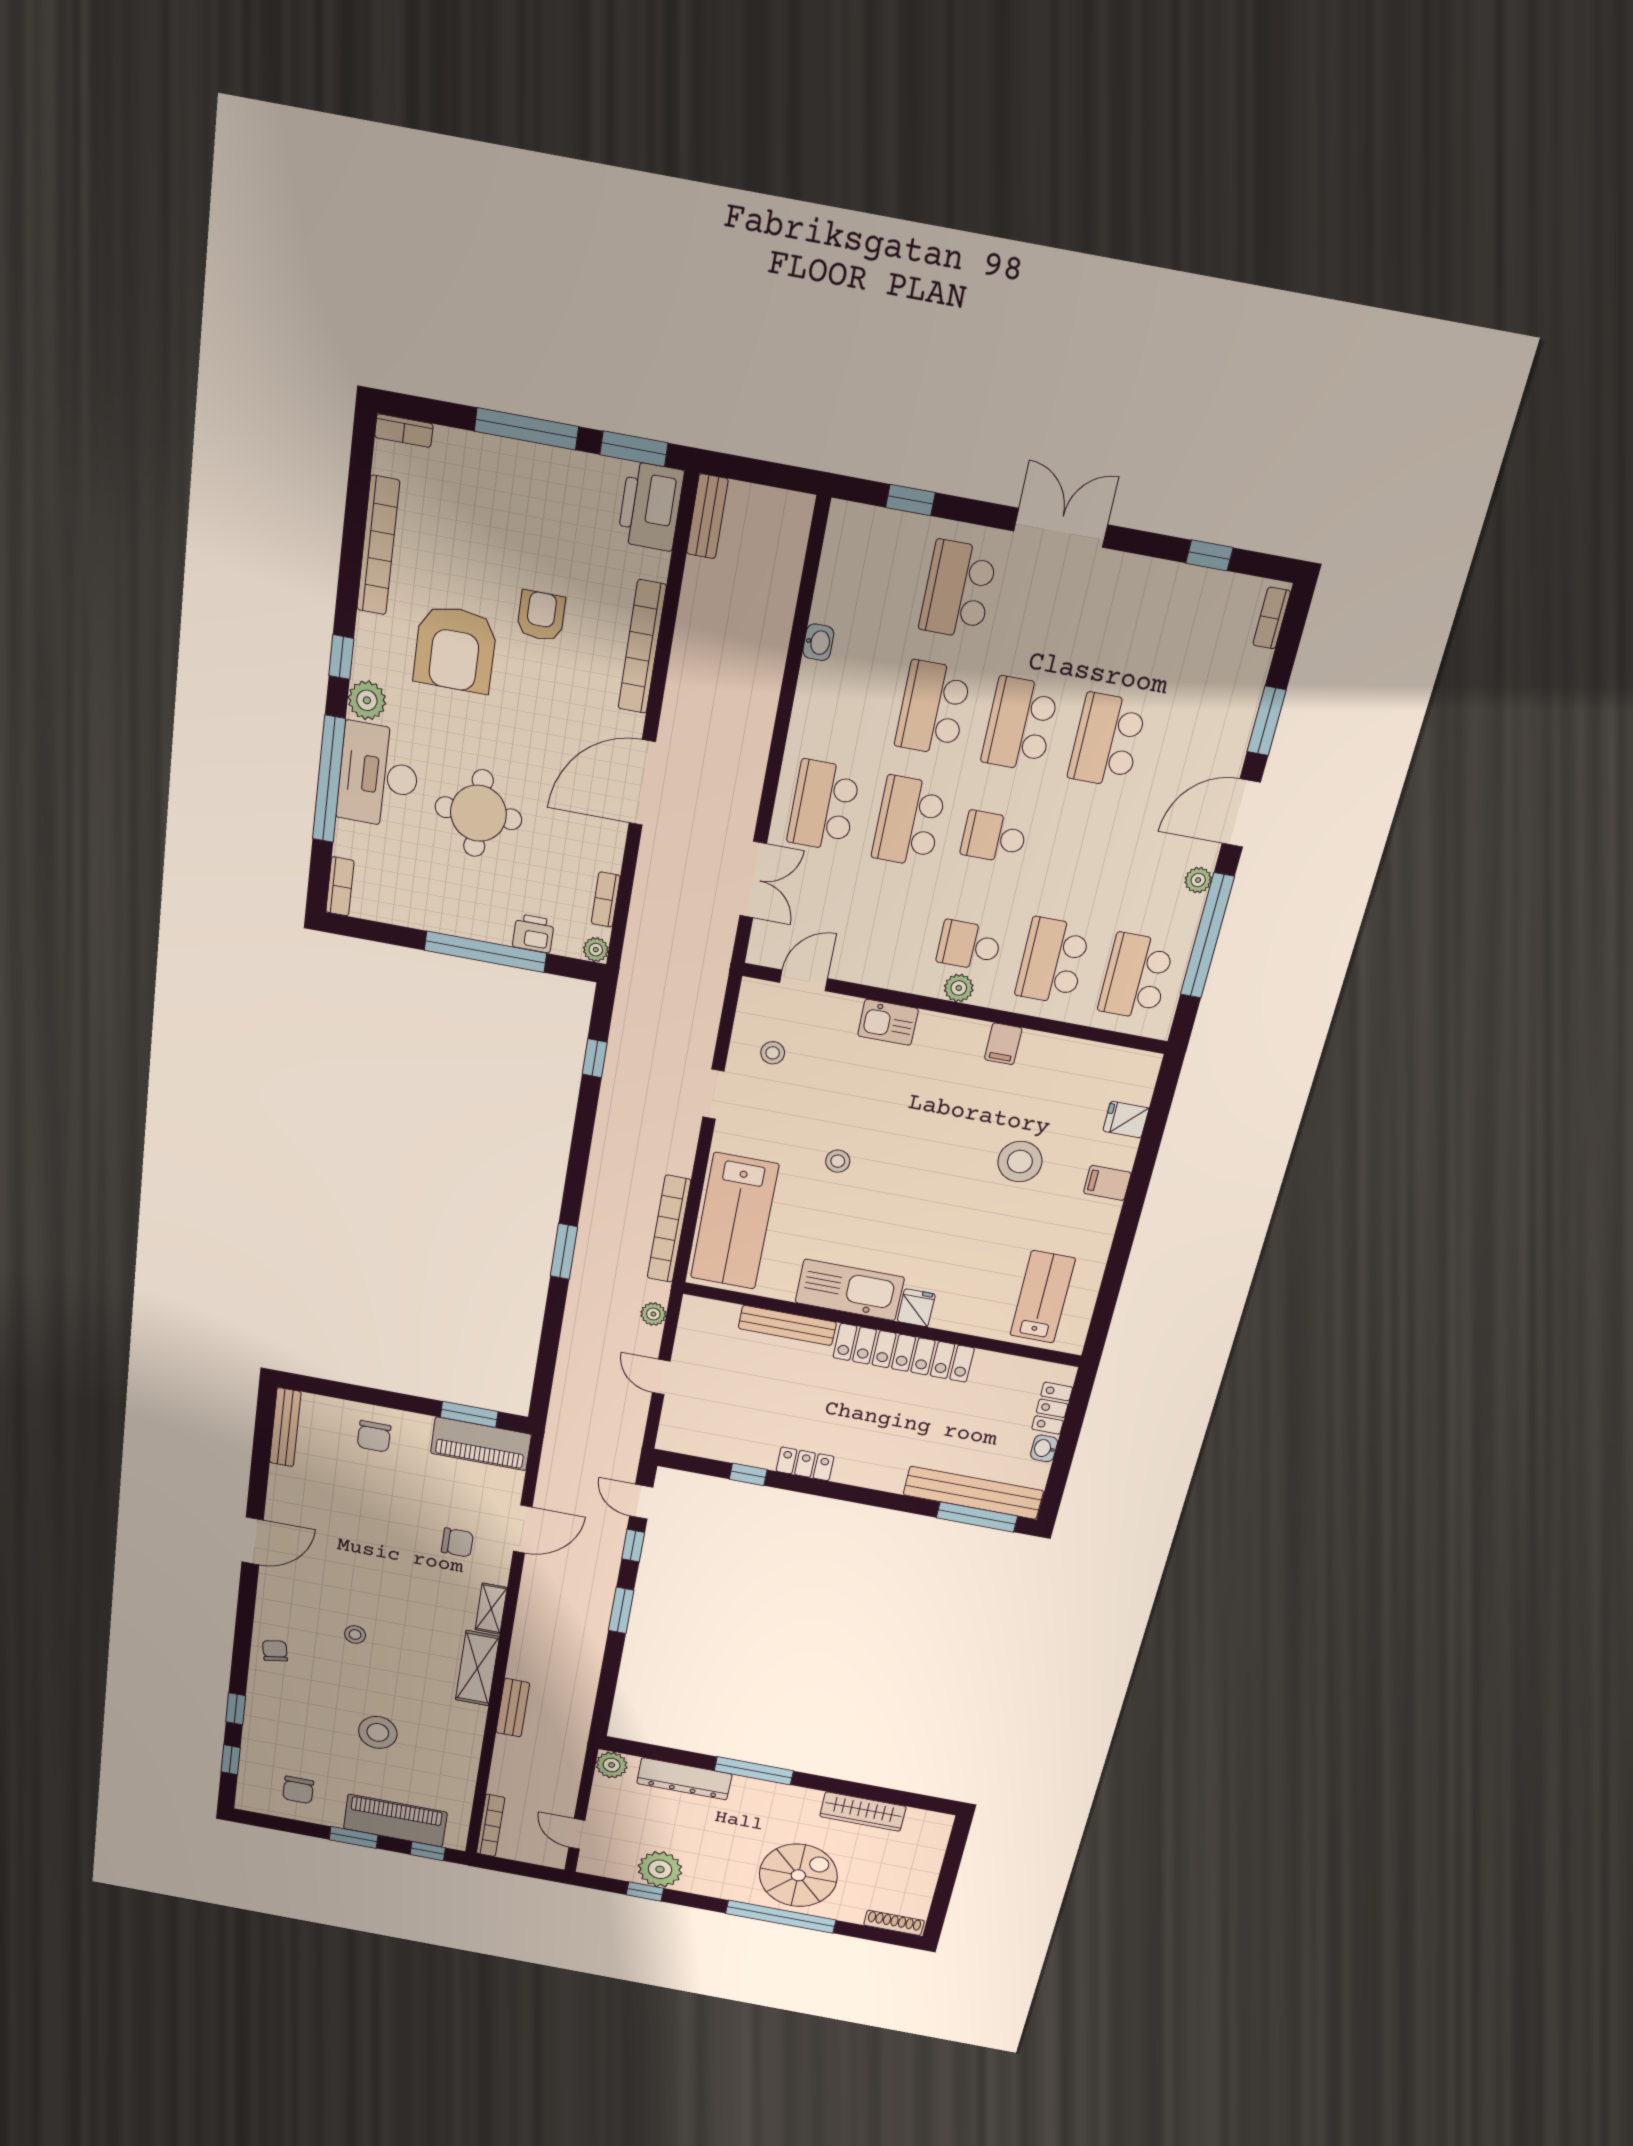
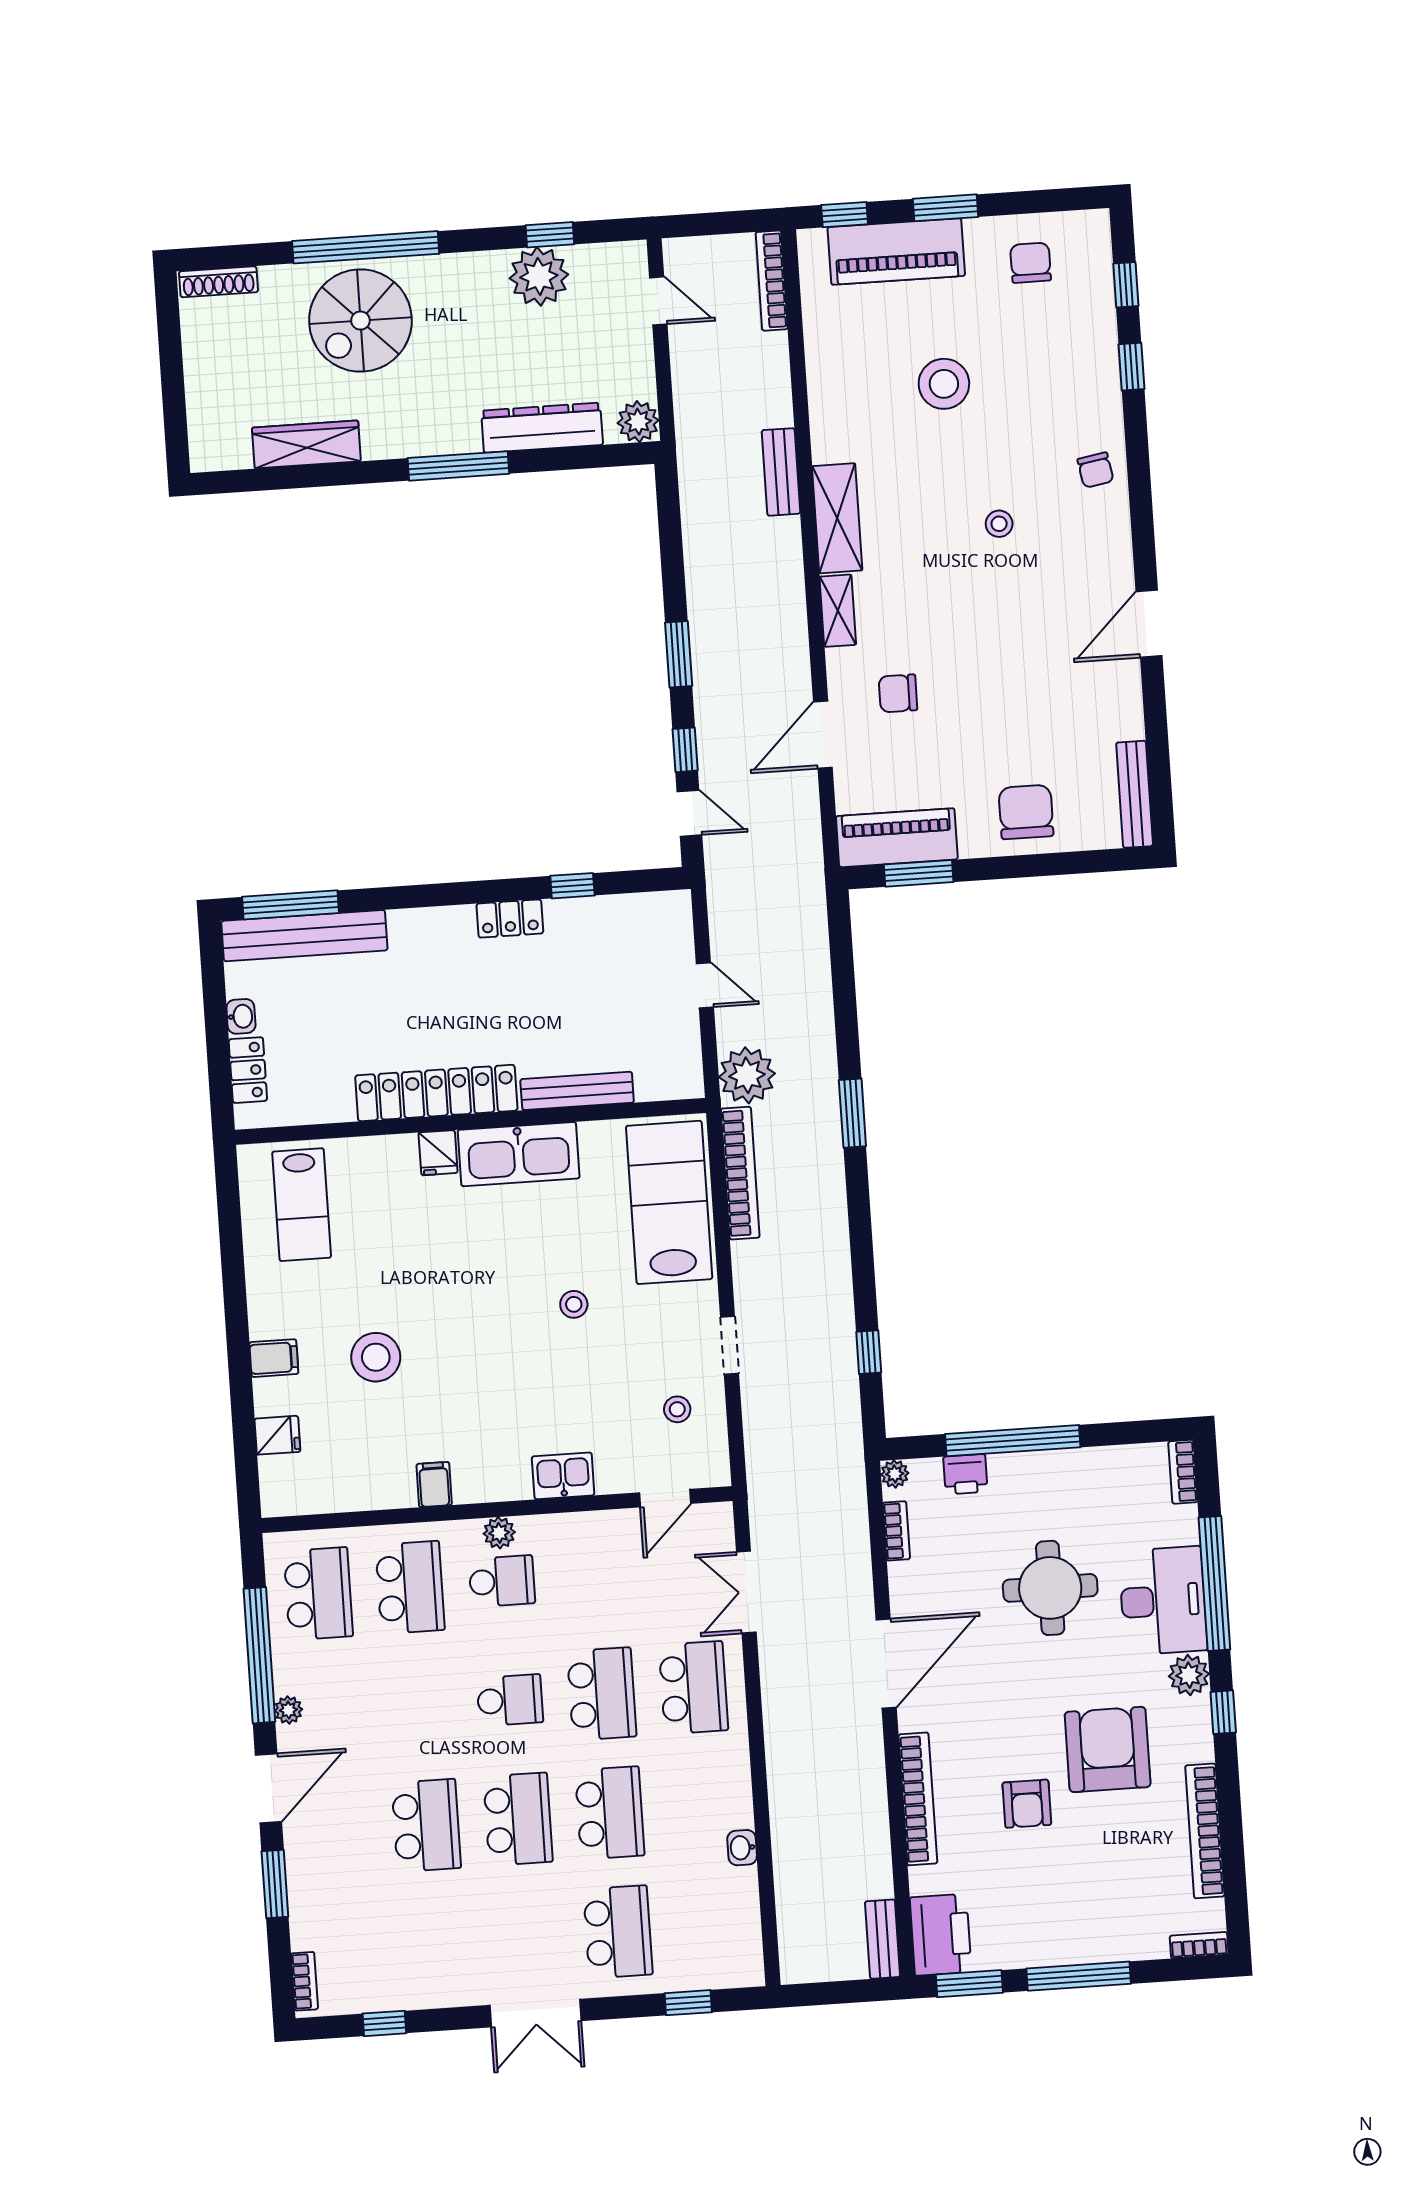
plant: (653, 1314) -> (747, 1075), width x1.87, depth x1.87
chair: (374, 1436) -> (1026, 812), width x1.37, depth x1.37

